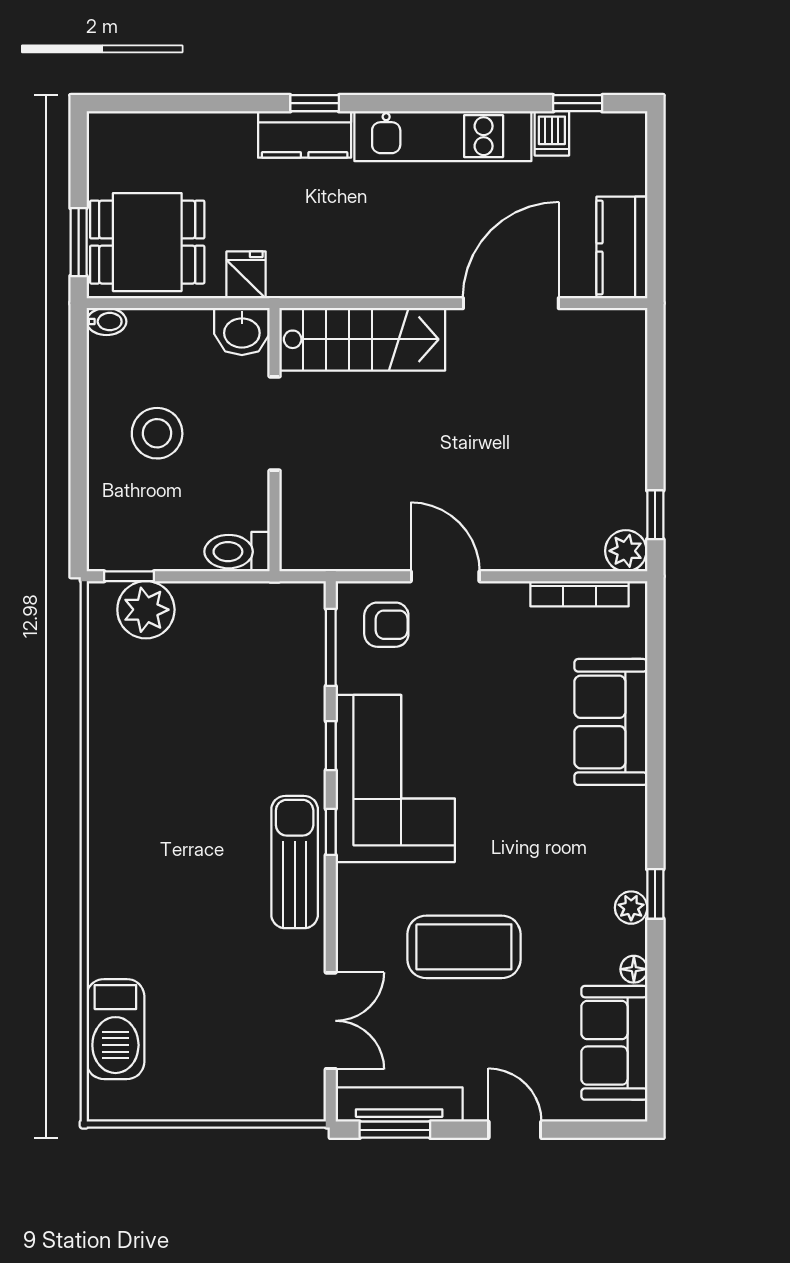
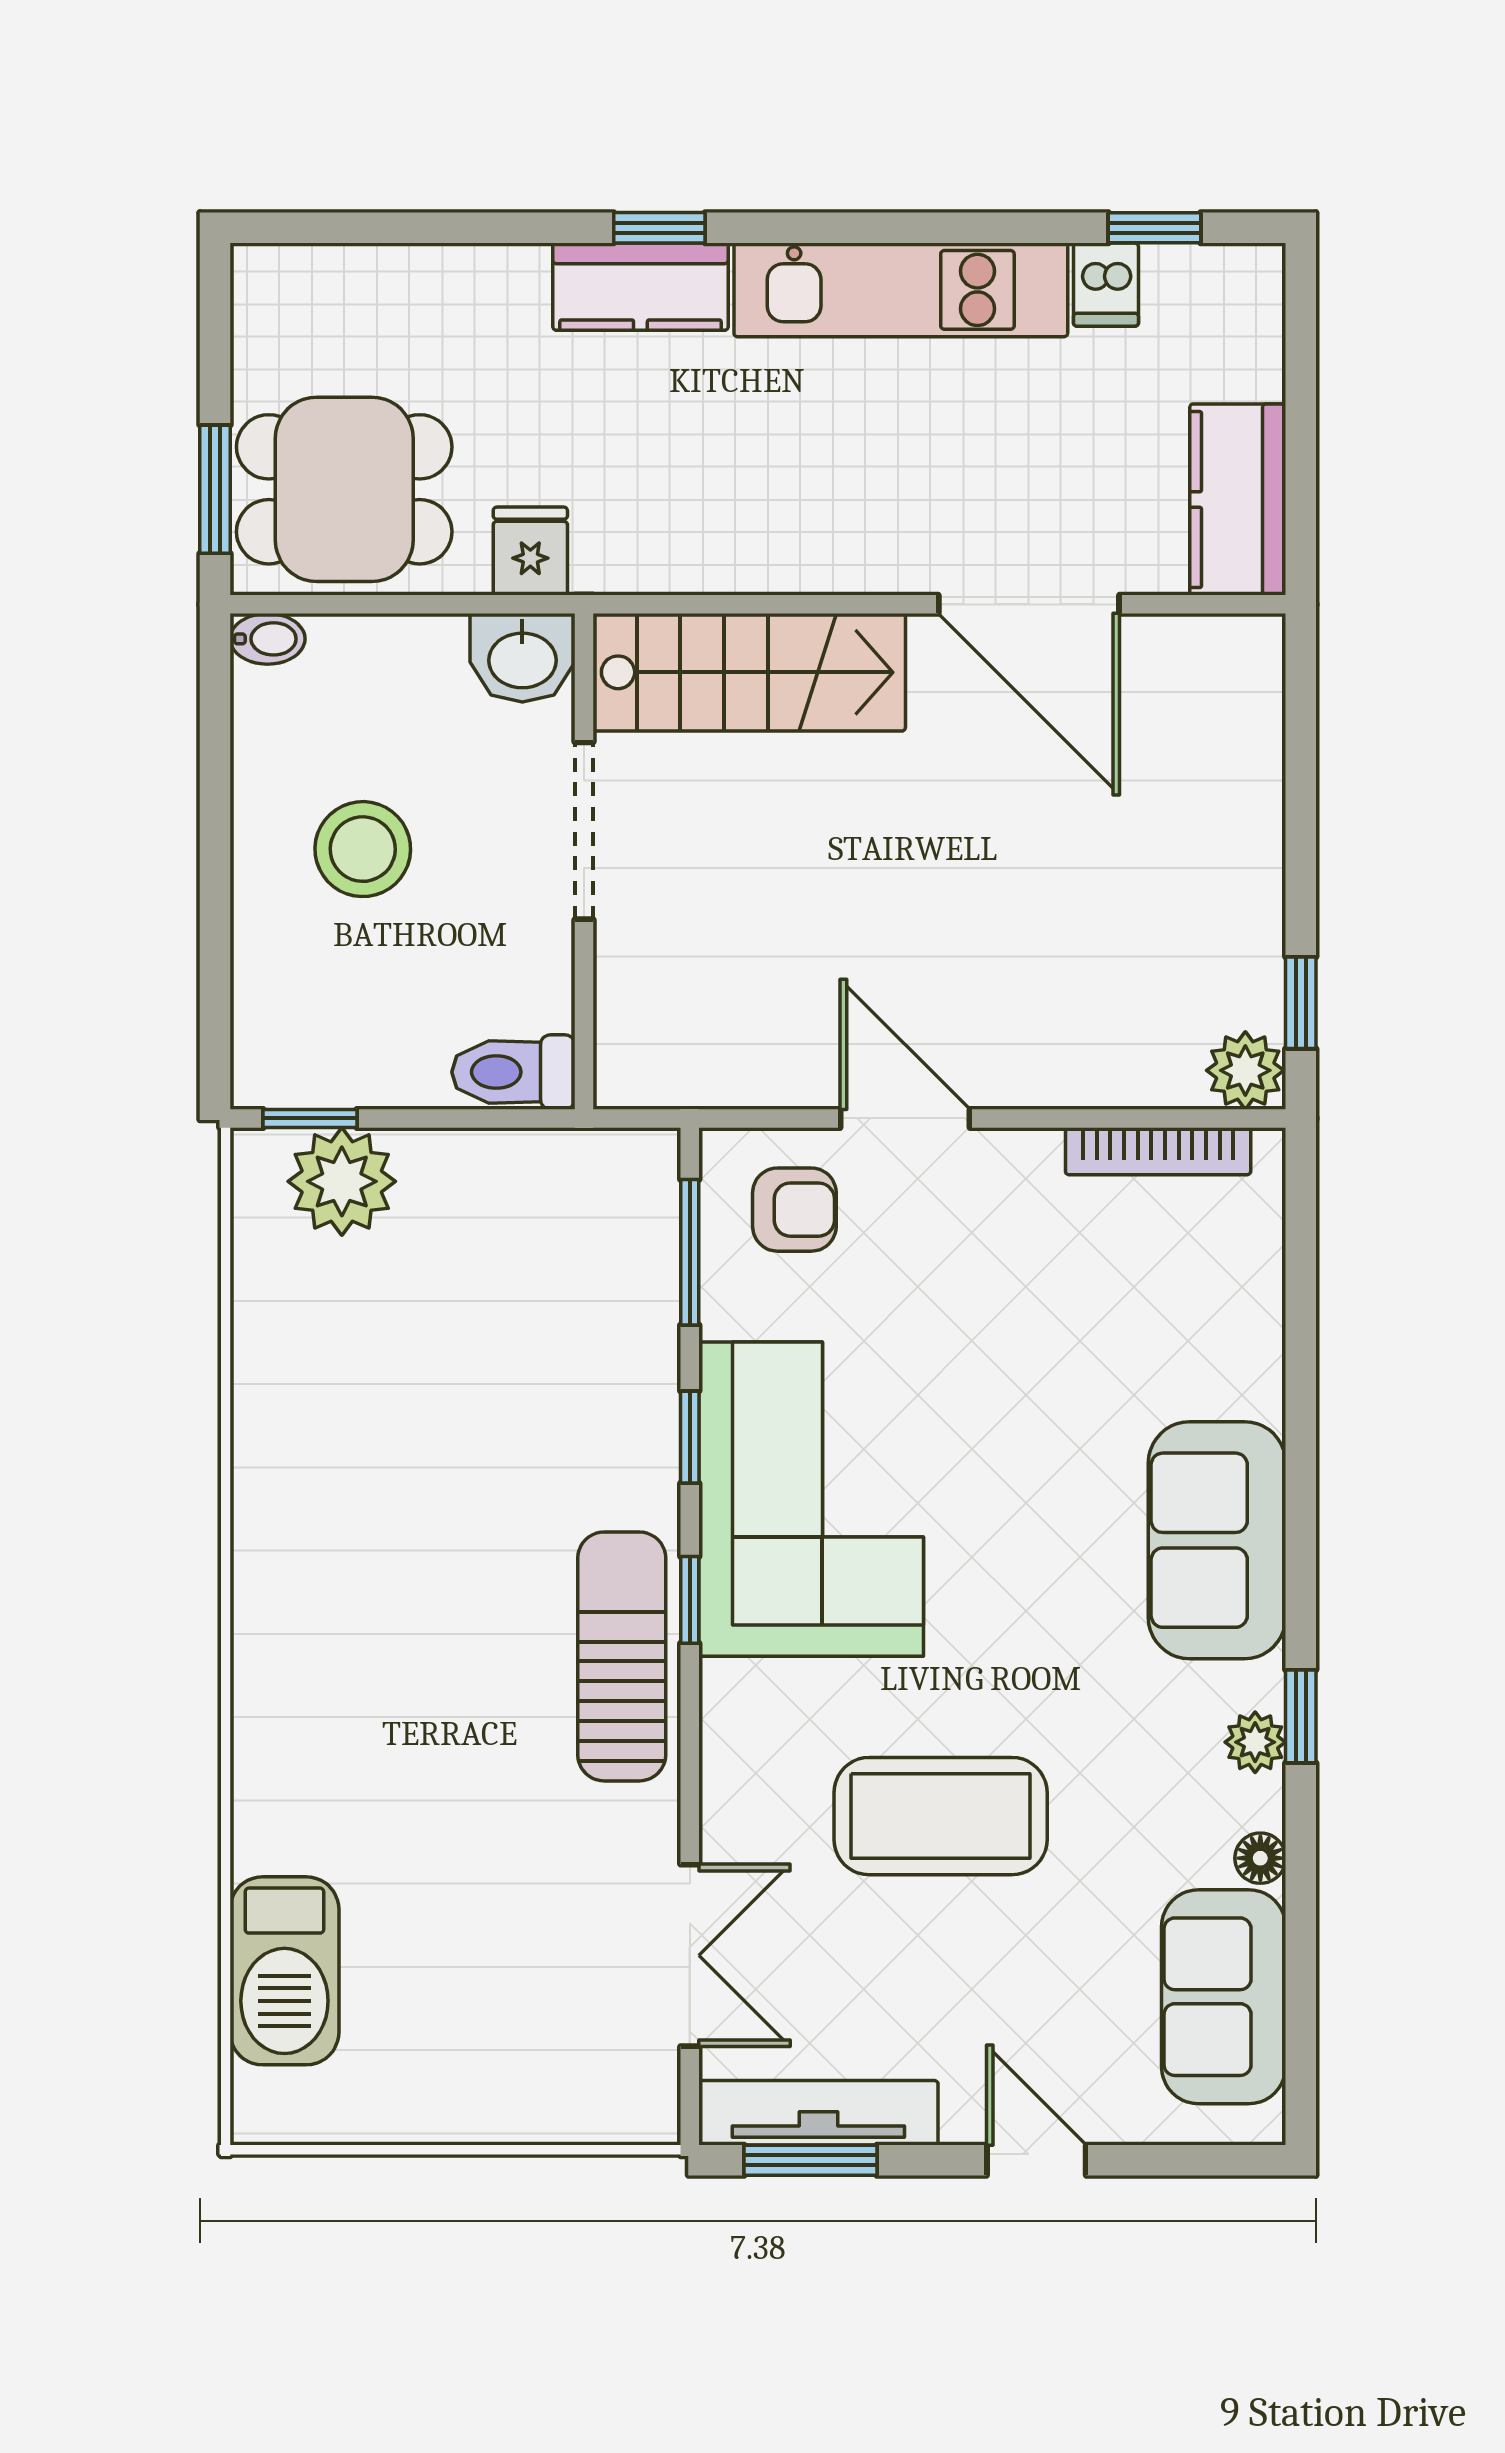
door: (511, 303) -> (1029, 604), swing flipped
sofa: (611, 722) -> (1217, 1540), moved

